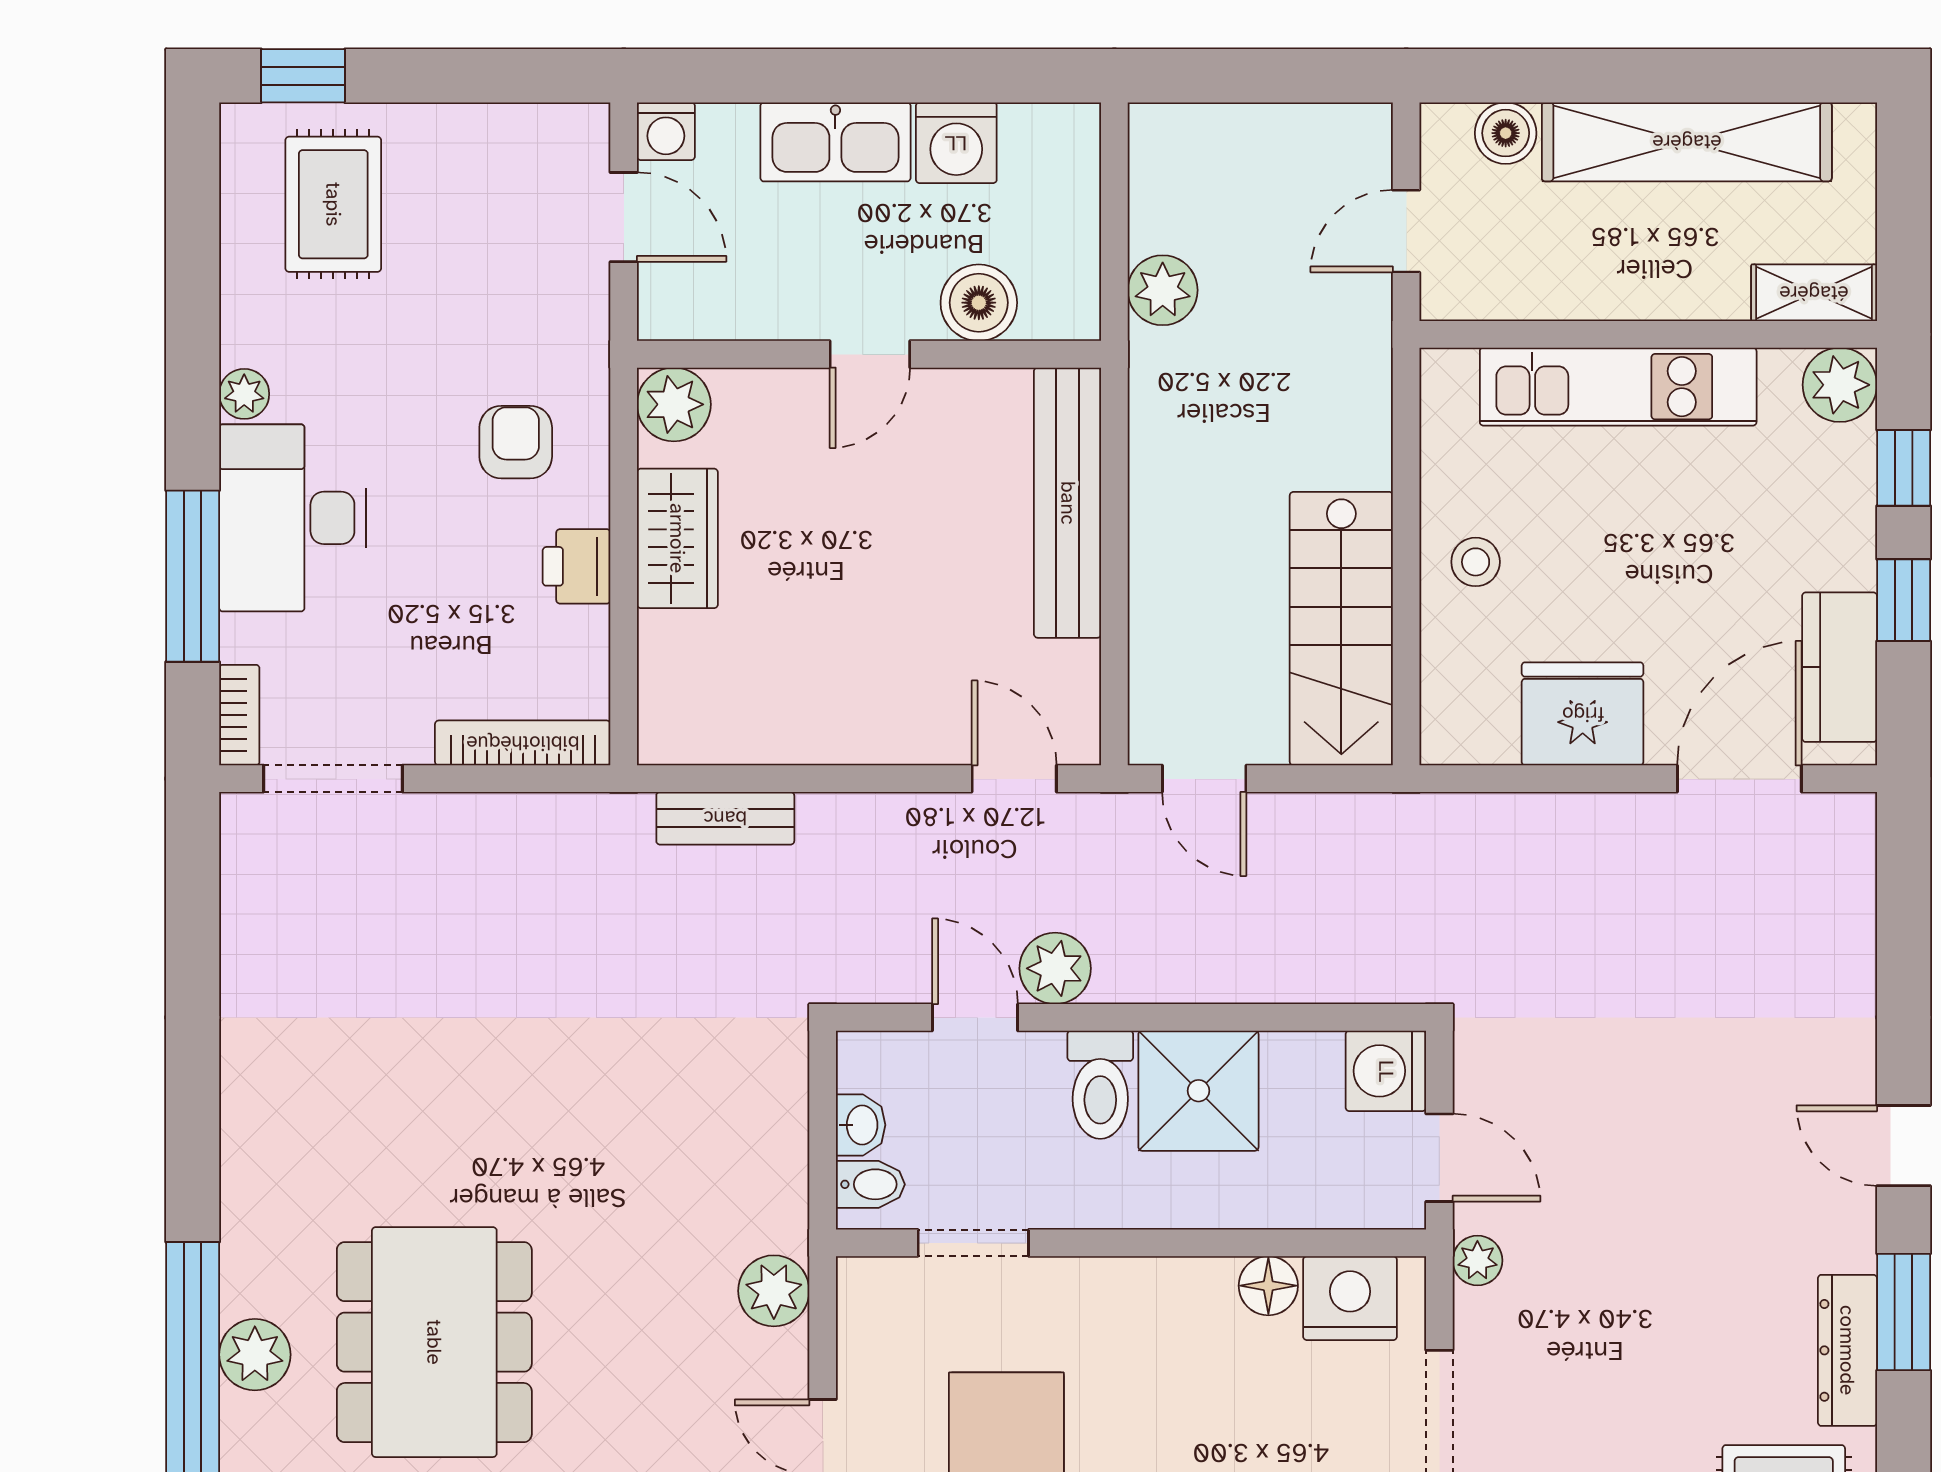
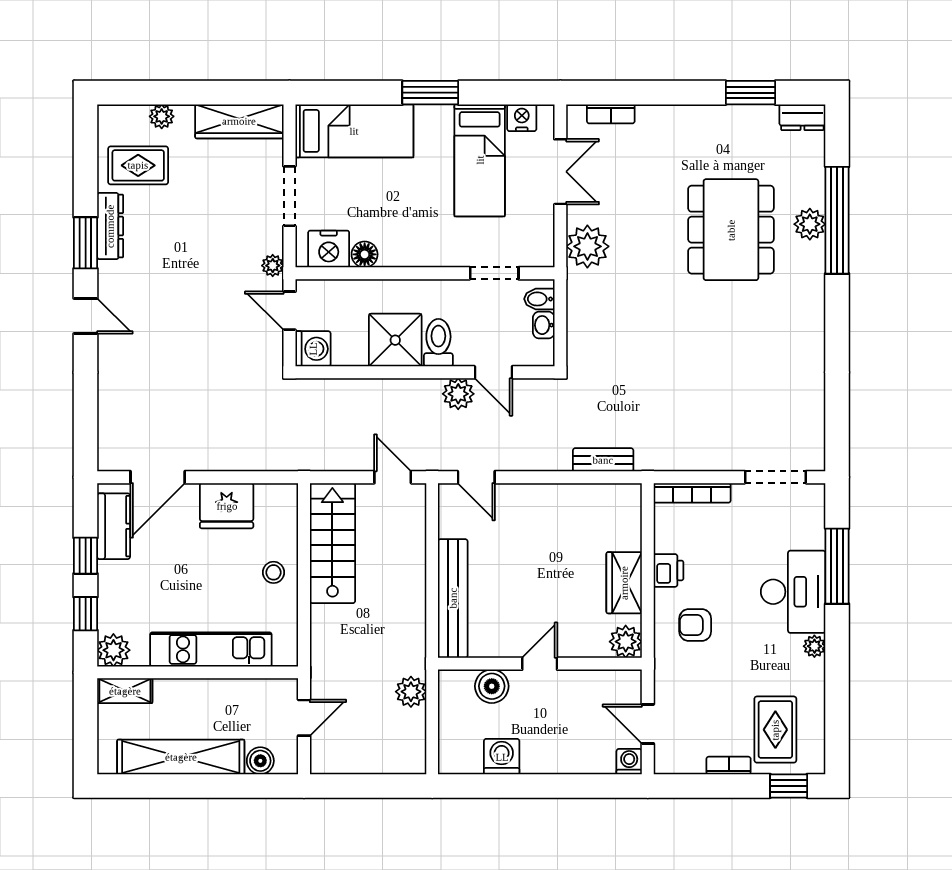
kitchen sink: (835, 142) -> (555, 757), removed
armchair: (516, 442) -> (695, 625), turned 90
bookcase: (239, 715) -> (729, 765), moved, turned 90
plant: (774, 1291) -> (587, 246), width x1.36, depth x1.36

